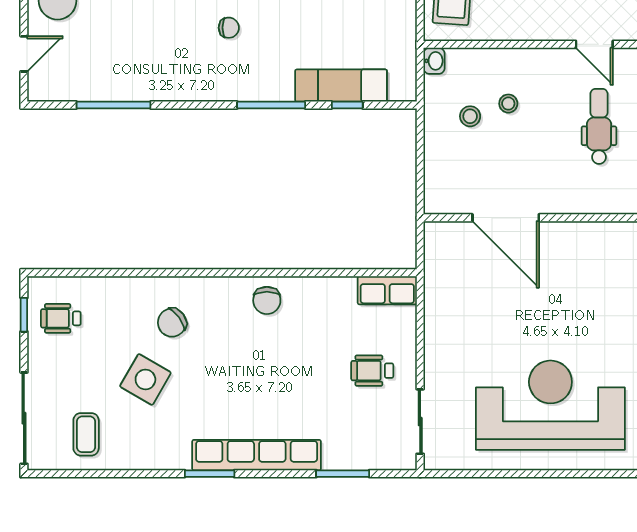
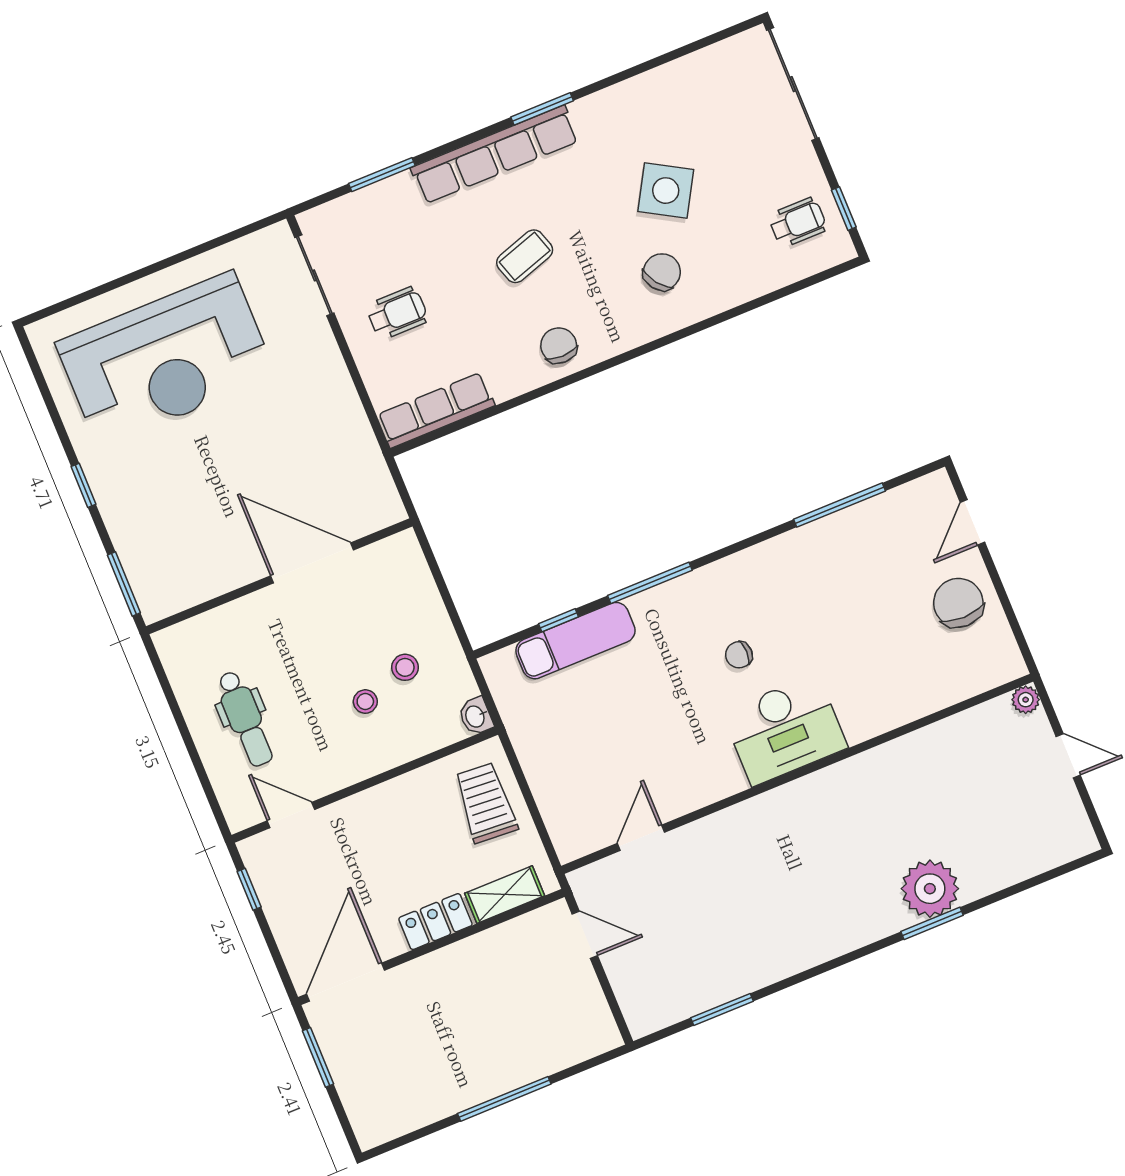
row of seats: (387, 290) -> (436, 410), width x1.48
coffee table: (86, 434) -> (525, 256), moved, turned 72

